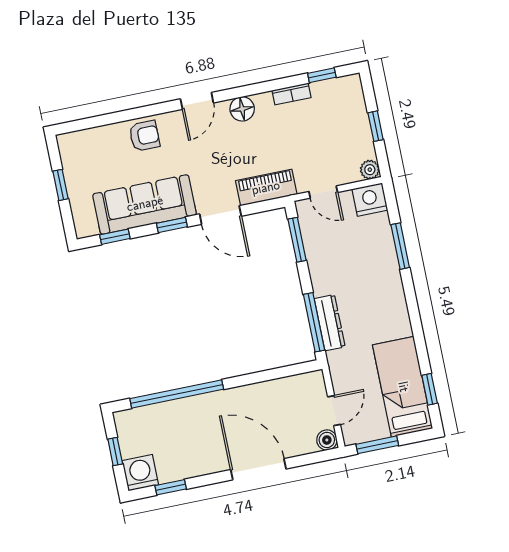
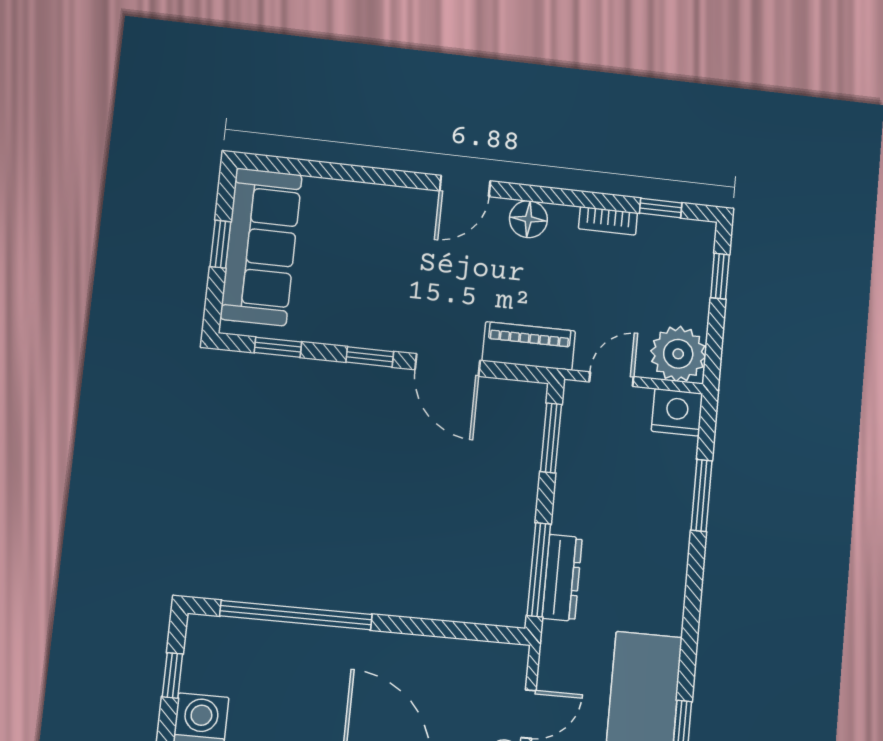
window: (376, 126) -> (720, 276), moved
armchair: (144, 136) -> (370, 212), removed
plant: (370, 170) -> (678, 354), width x1.87, depth x1.87
door: (323, 192) -> (611, 379), swing flipped
sofa: (145, 204) -> (261, 247), moved, turned 90

